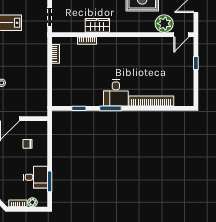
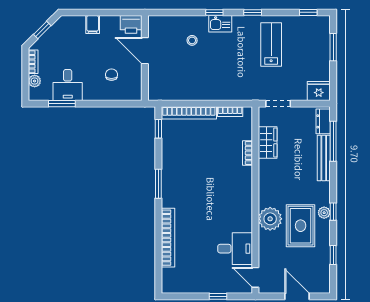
plant: (164, 24) -> (270, 219), moved
wardrobe: (97, 25) -> (268, 142), moved
bookcase: (57, 85) -> (189, 113), added
desk: (116, 93) -> (235, 249), moved, turned 180
window: (79, 108) -> (158, 129), moved

